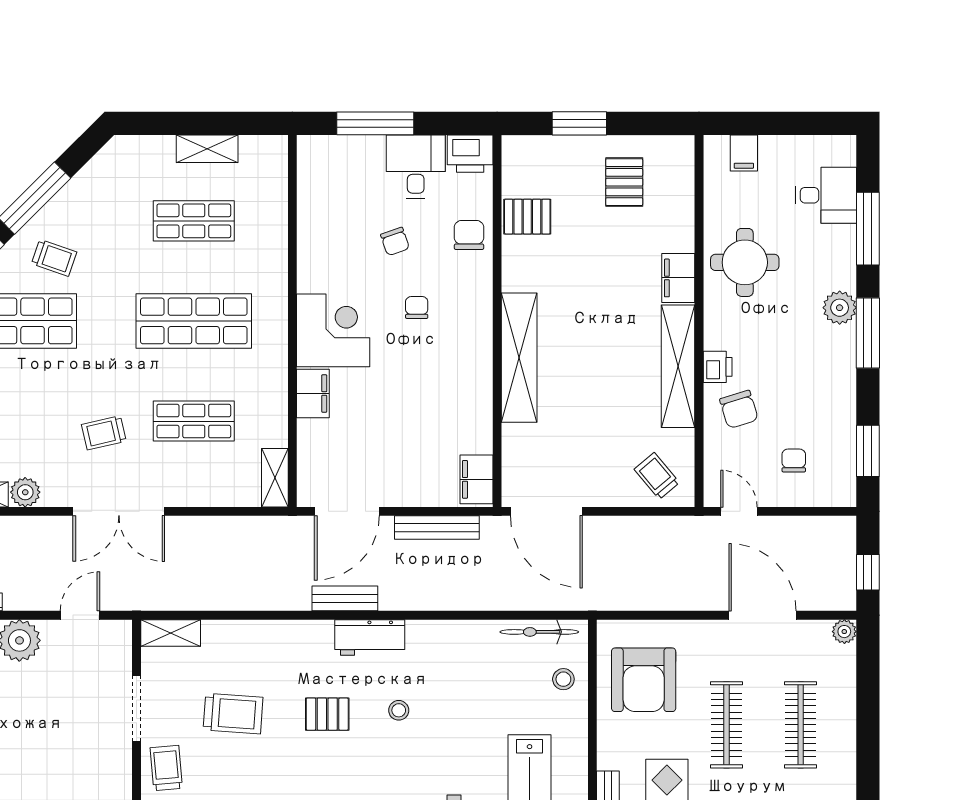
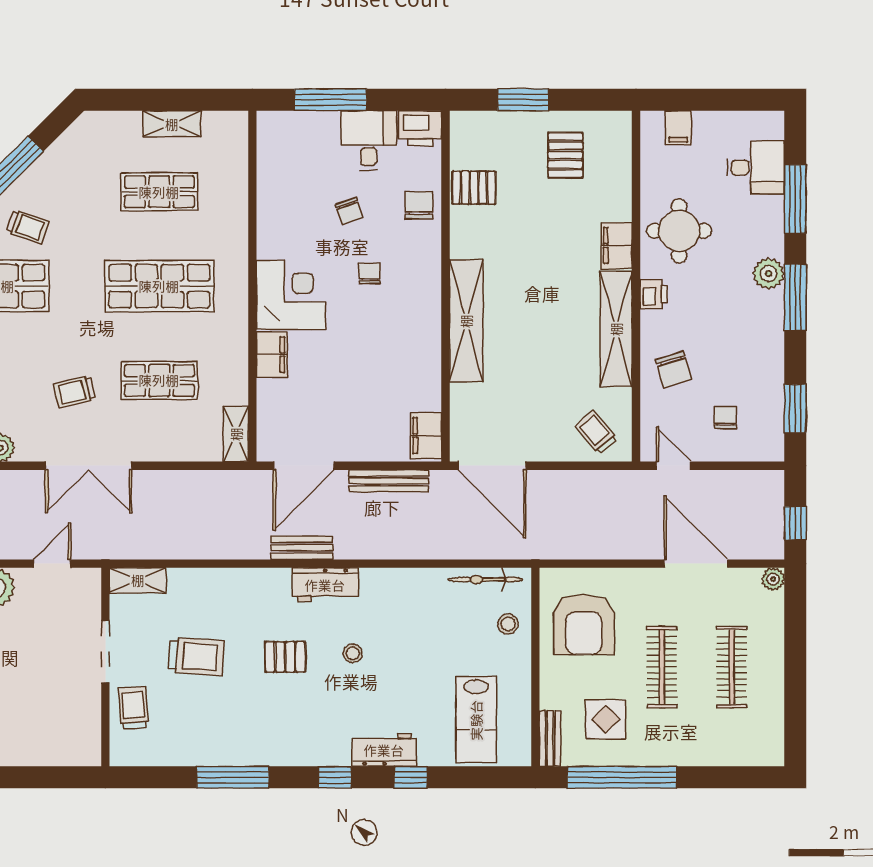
printer: (718, 367) -> (654, 294), moved

